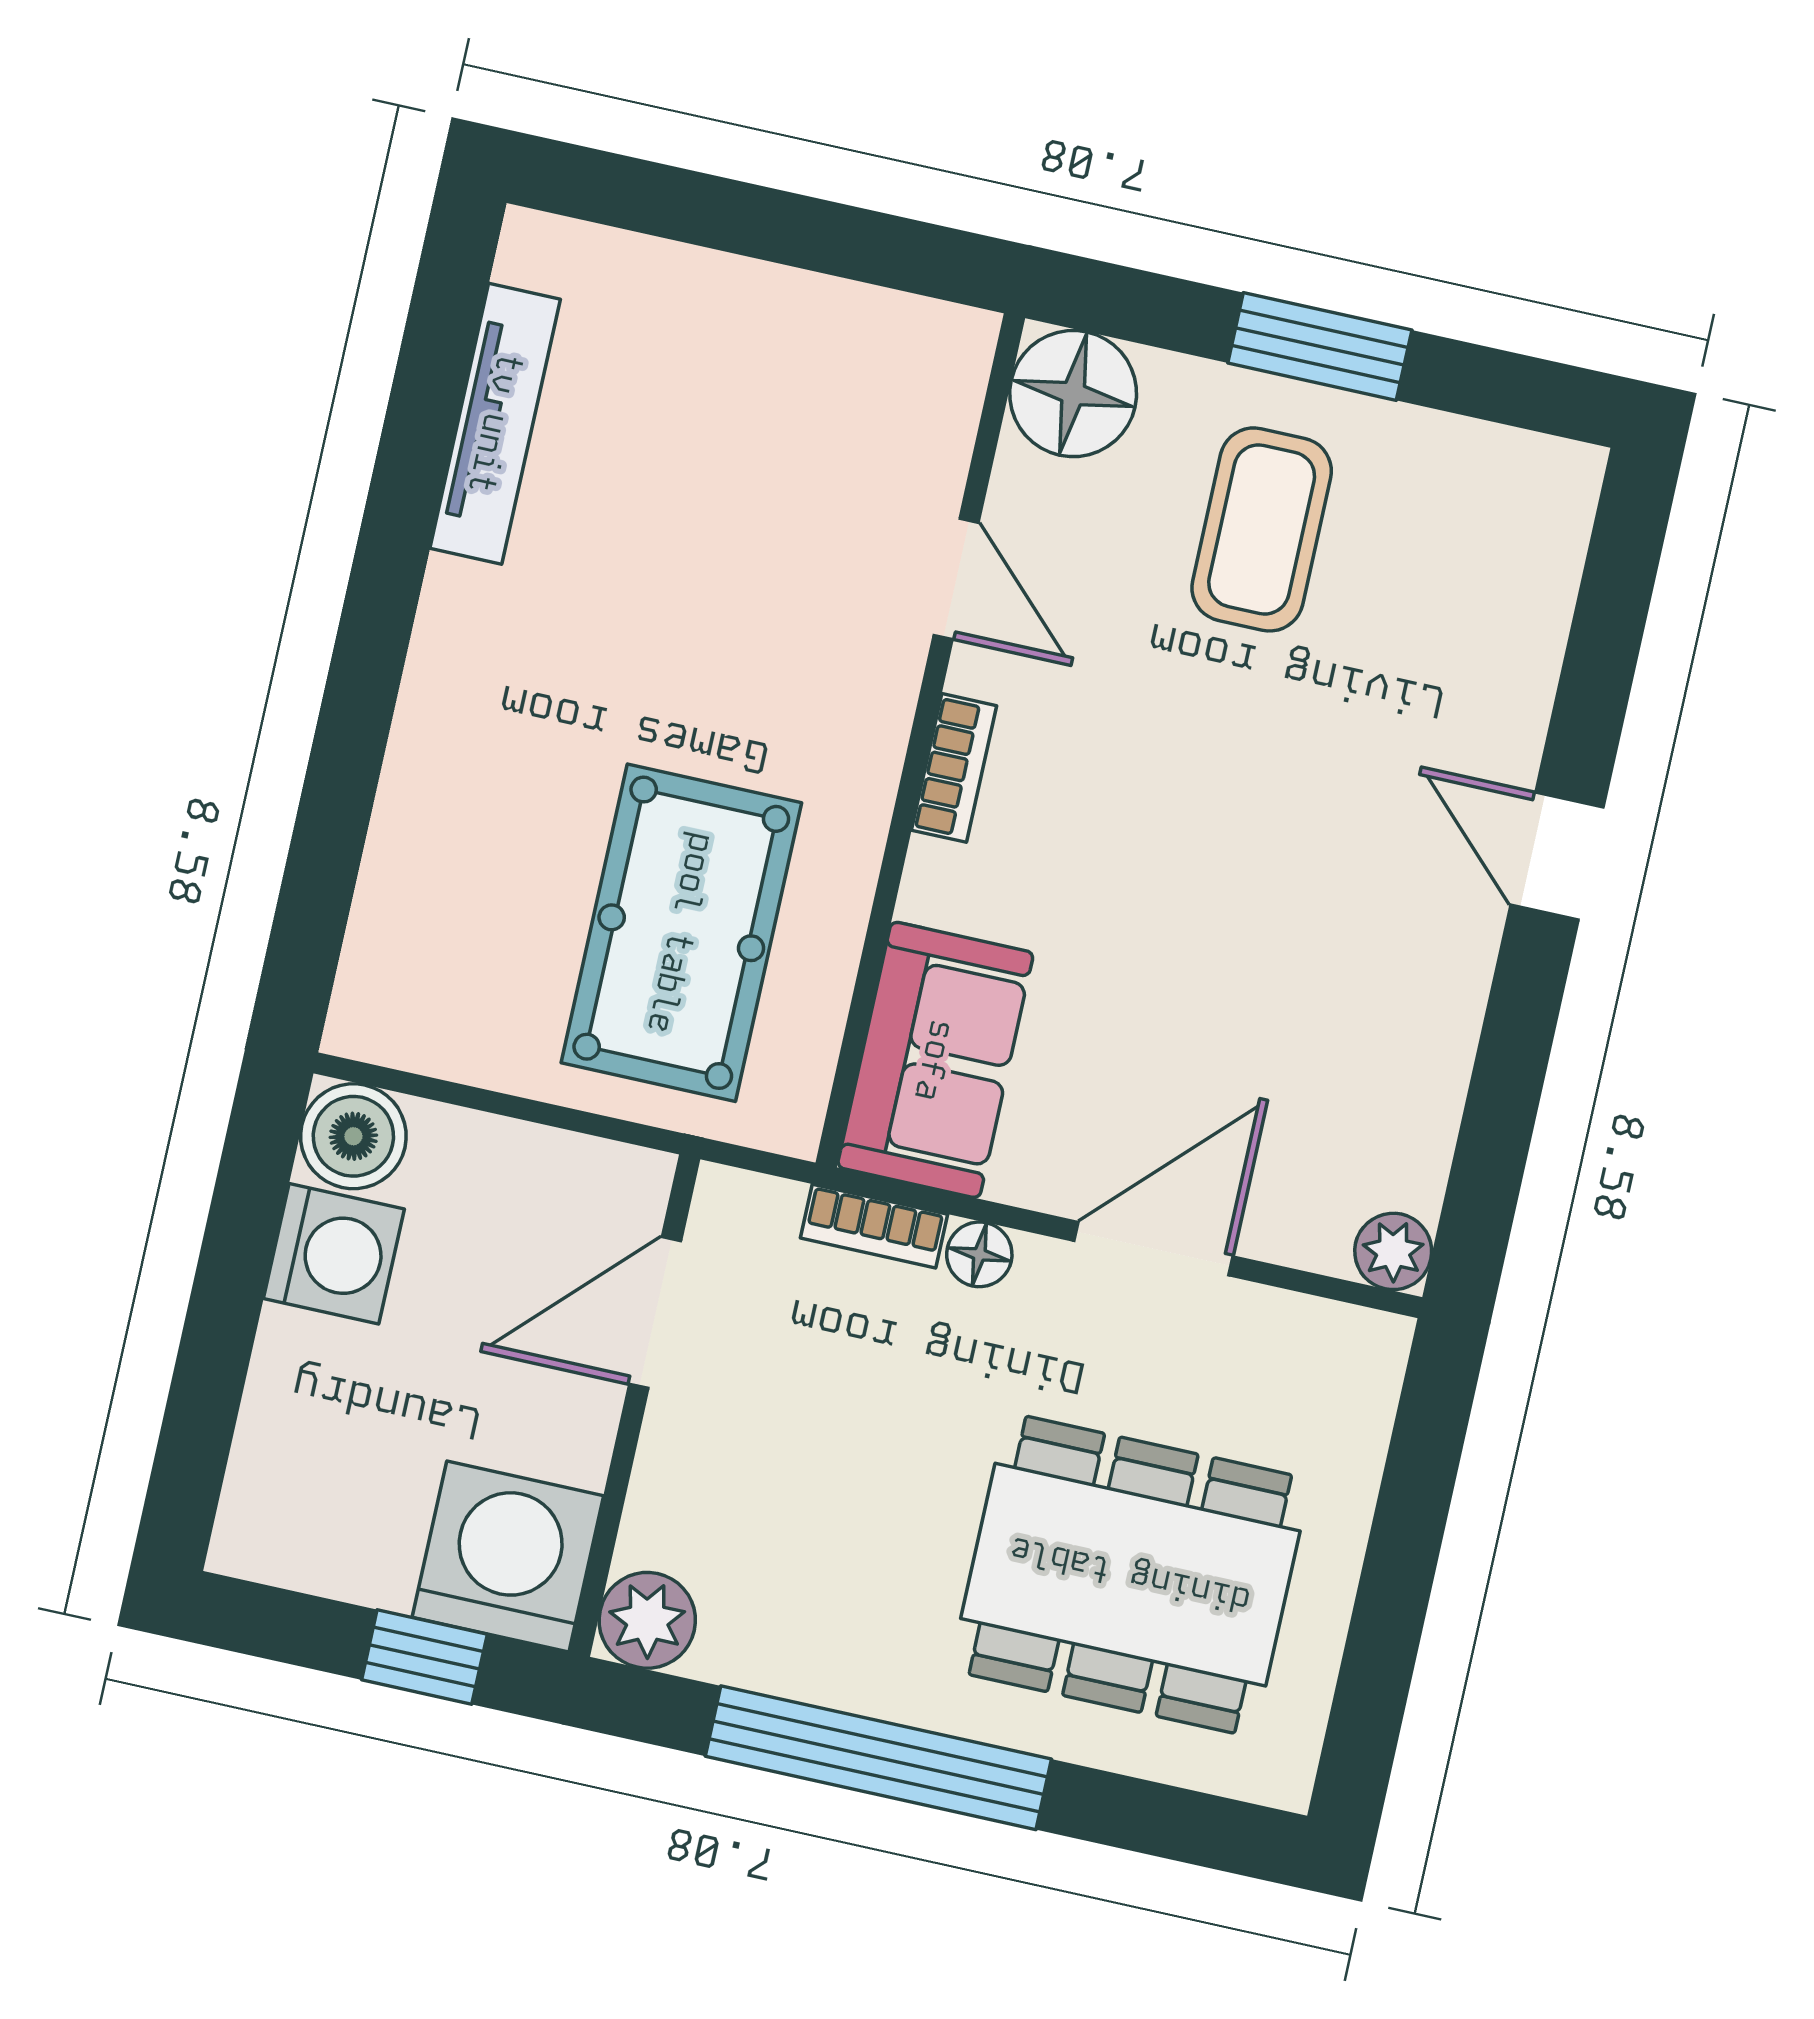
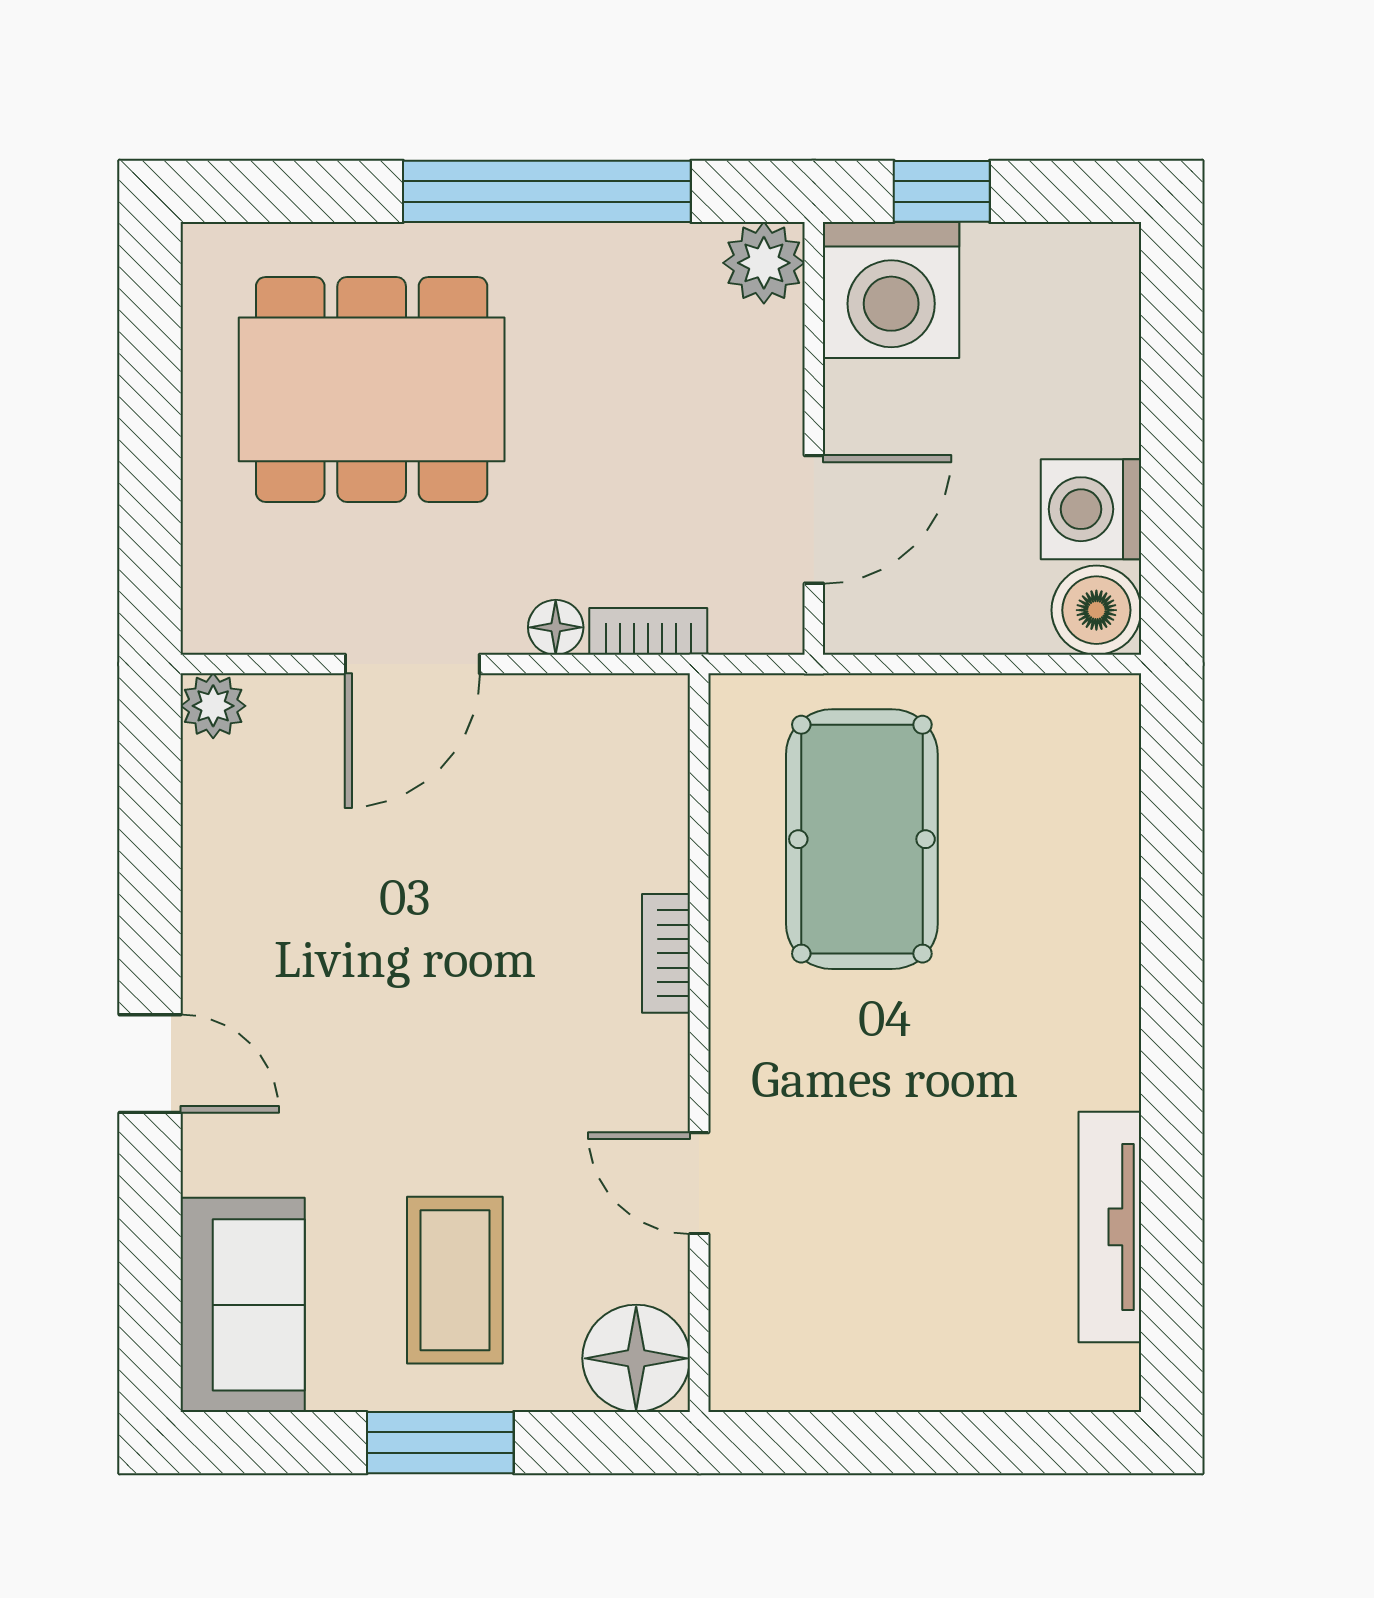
bookcase: (954, 768) -> (666, 953), moved
sofa: (935, 1060) -> (243, 1305), moved, turned 180

